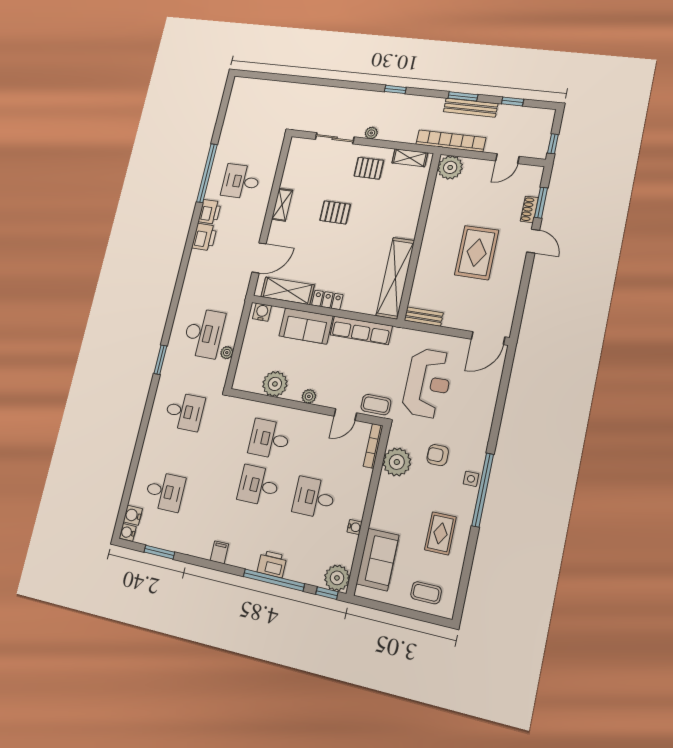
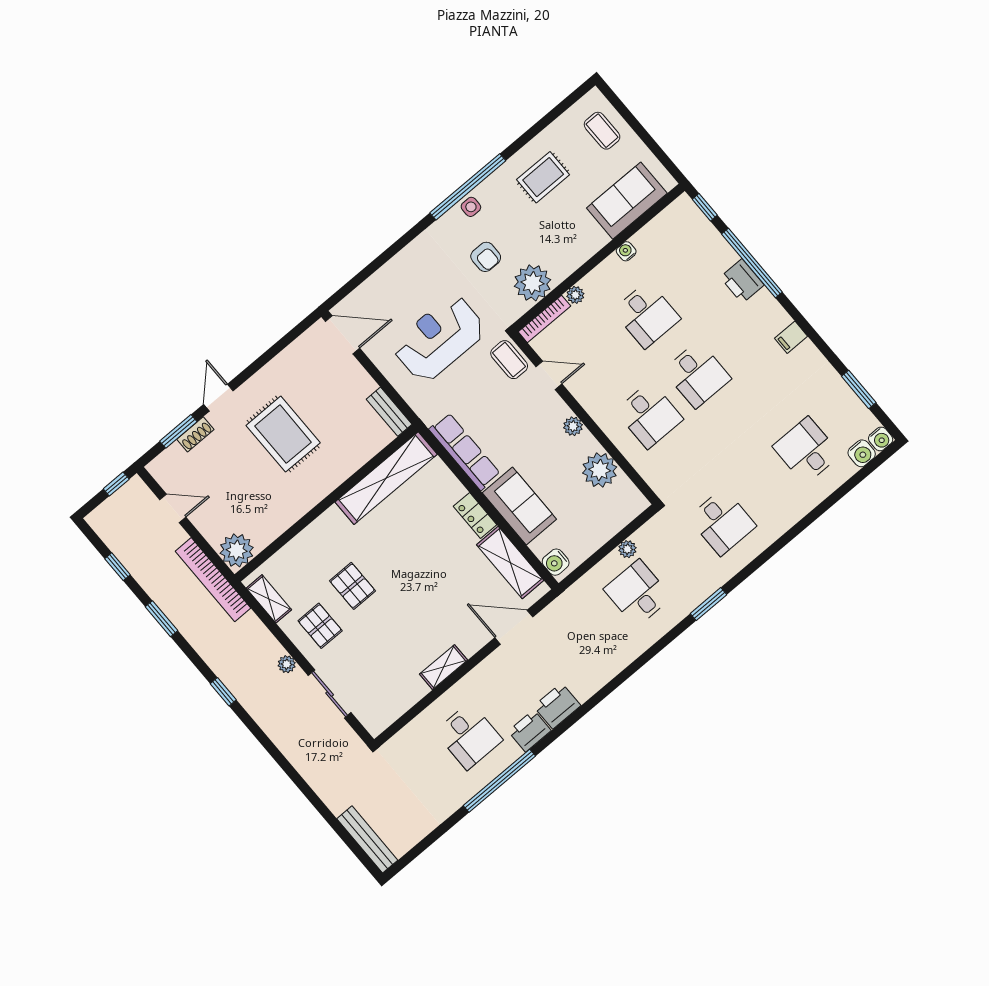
bench: (471, 108) -> (367, 839), moved
pallet: (335, 212) -> (353, 586), moved
rug: (477, 253) -> (283, 434), turned 90
desk: (204, 333) -> (638, 593), width x0.73
desk: (184, 412) -> (722, 522), turned 180
plant: (337, 578) -> (575, 295), moved, width x0.53, depth x0.53

